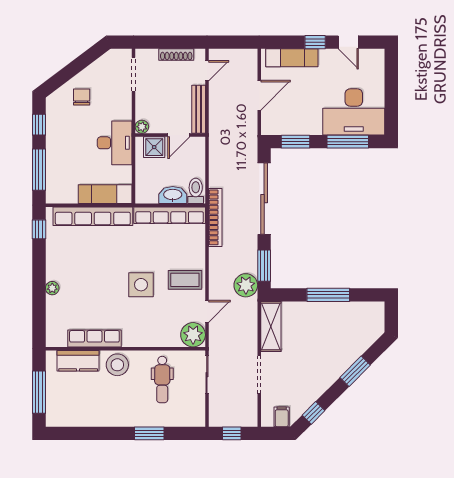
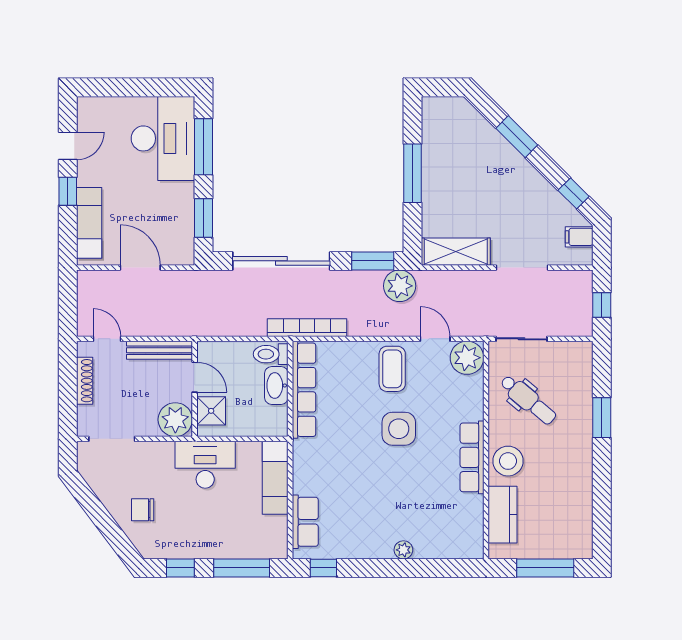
plant: (142, 127) -> (175, 420), width x1.87, depth x1.87
row of seats: (93, 216) -> (305, 522), width x0.50
row of seats: (94, 338) -> (472, 457), moved
dental chair: (162, 380) -> (528, 400), turned 40

